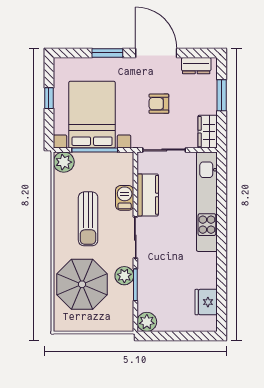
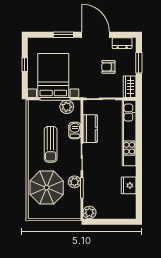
armchair: (159, 104) -> (108, 67), moved
plant: (64, 162) -> (67, 107), moved
fridge: (206, 302) -> (129, 185), moved

